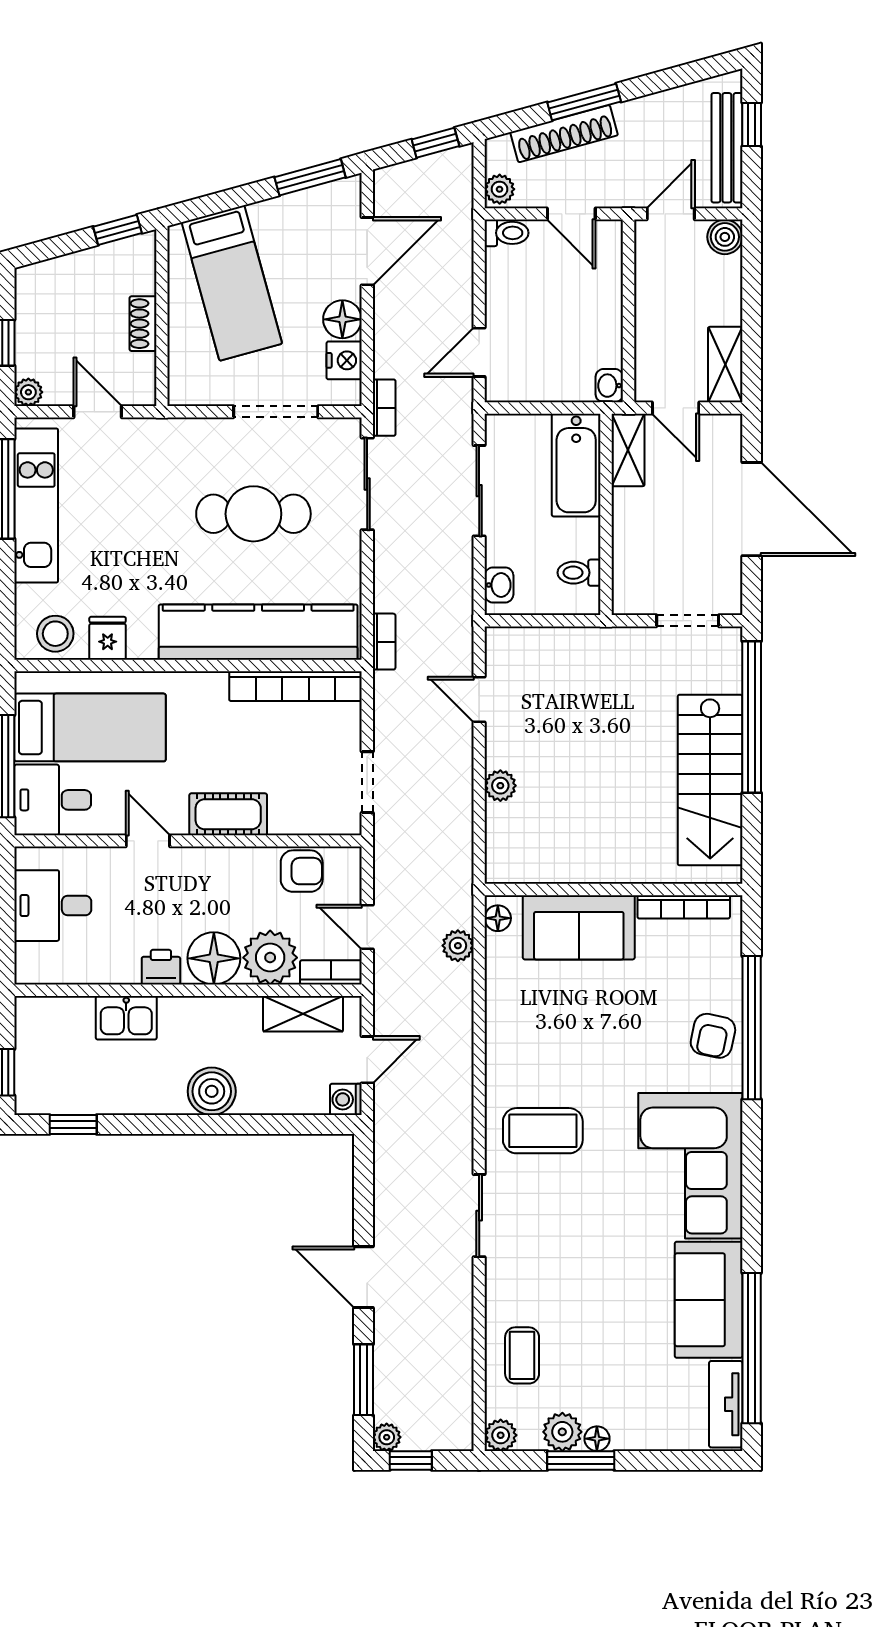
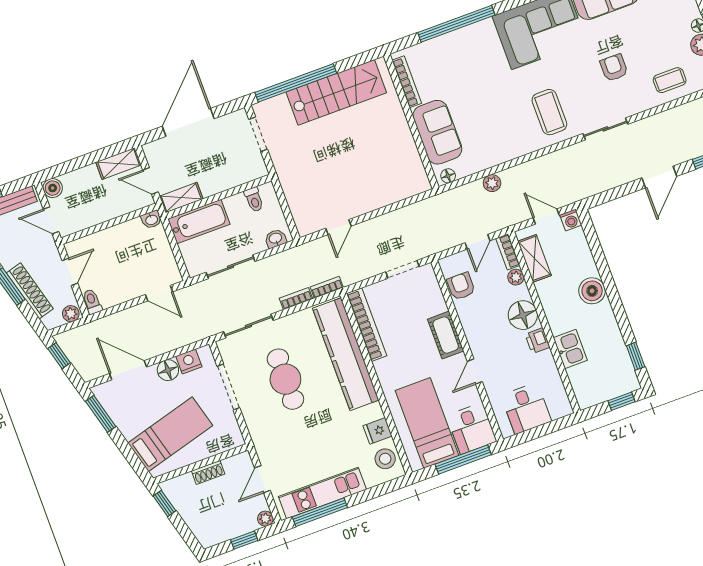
bookcase: (384, 408) -> (296, 299), moved
door: (676, 408) -> (150, 181), swing flipped
plant: (500, 786) -> (379, 200), removed
plant: (458, 946) -> (492, 183), moved
plant: (270, 958) -> (516, 277), width x0.53, depth x0.53
armchair: (713, 1036) -> (614, 68), moved, turned -102

